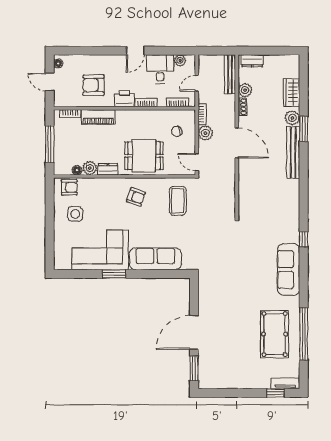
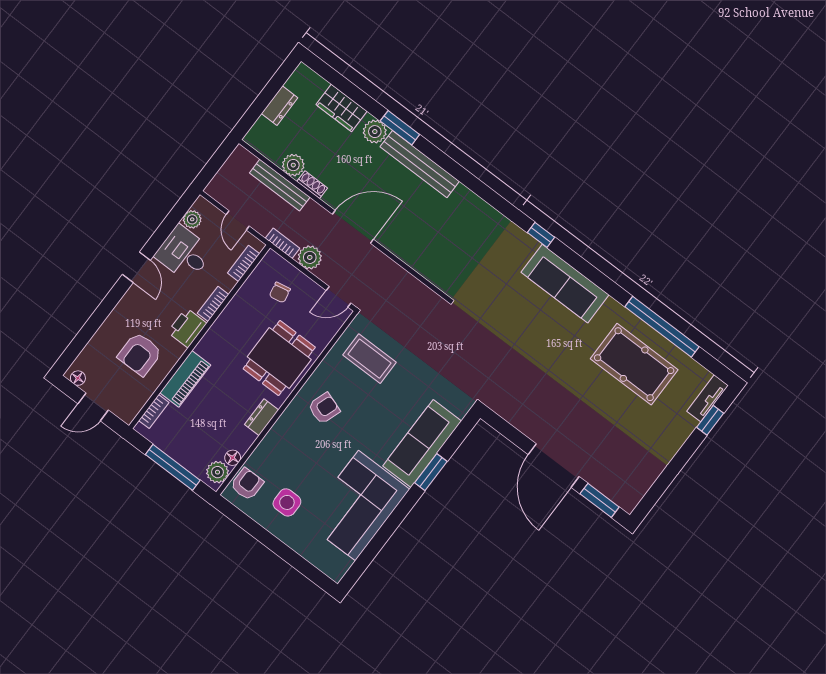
dresser: (252, 61) -> (280, 106), moved
bench: (230, 74) -> (280, 185), moved
plant: (90, 168) -> (217, 472), moved
window: (114, 274) -> (431, 472), moved

